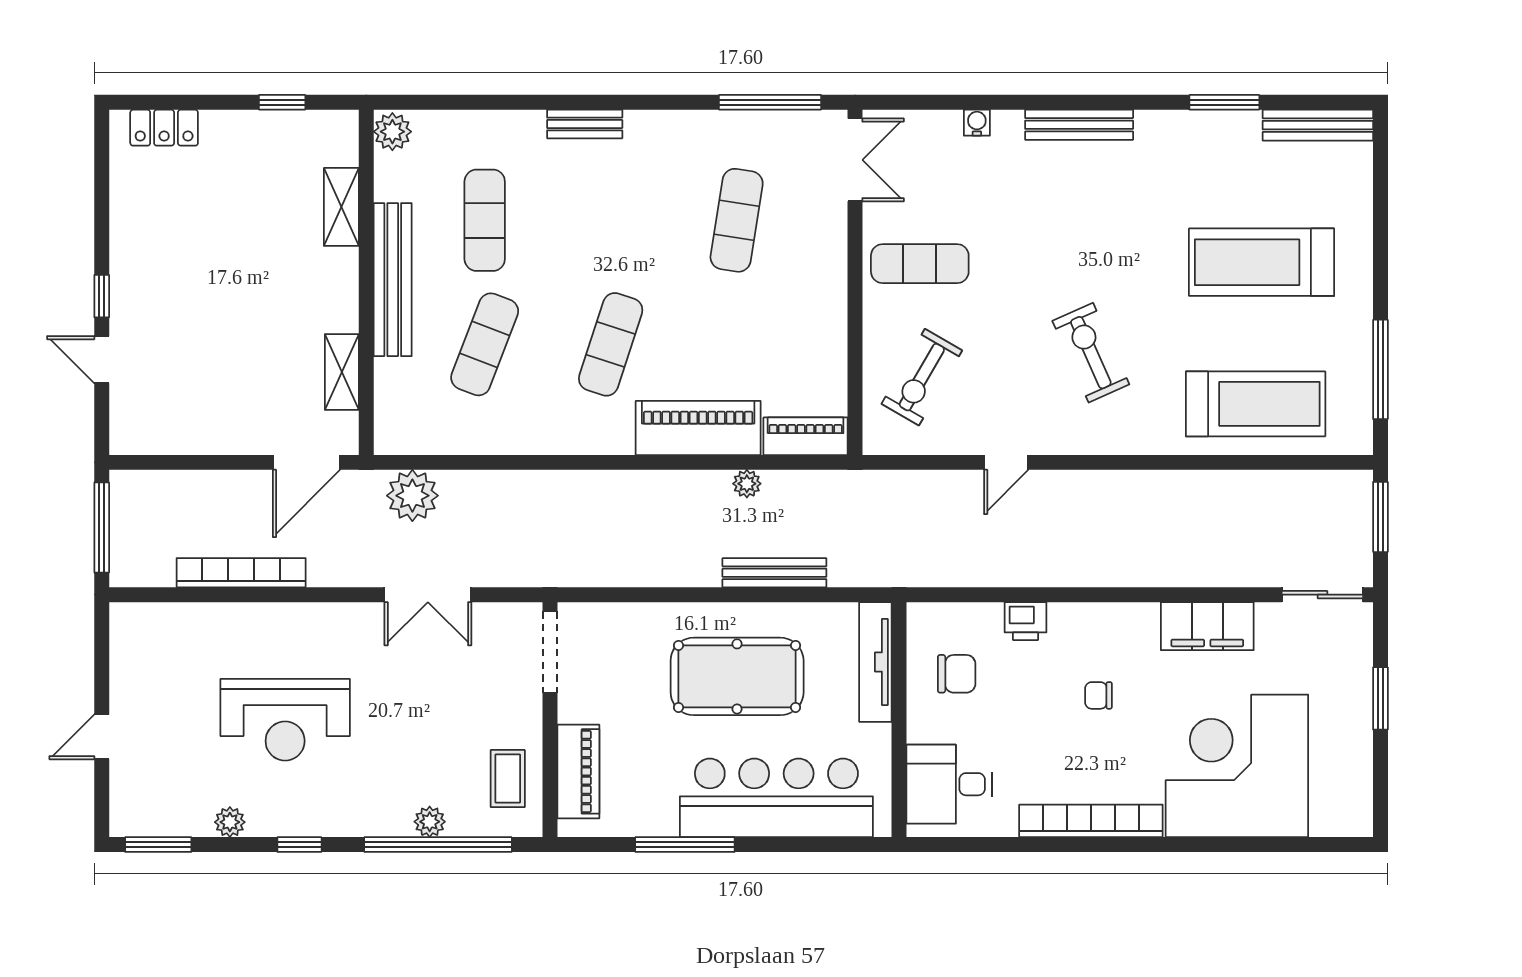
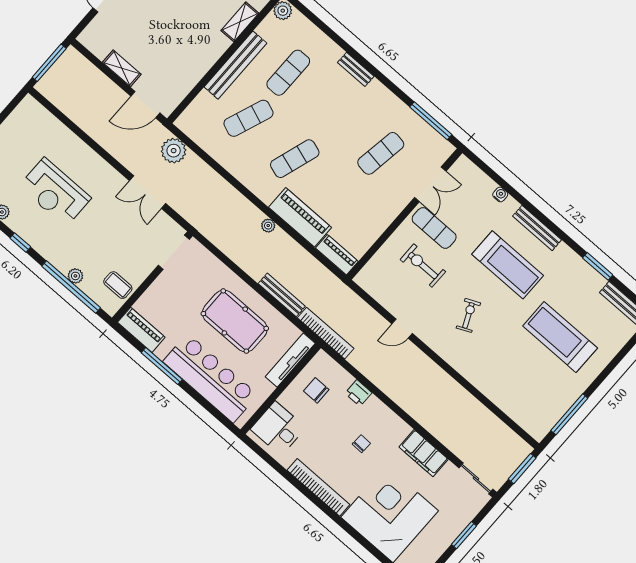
double door: (855, 160) -> (430, 184), moved
exercise bike: (1091, 353) -> (468, 315), width x0.73, depth x0.72
shelving: (342, 372) -> (122, 68), moved, turned 90
exercise bike: (922, 377) -> (423, 266), moved, turned 60
treadmill: (1256, 404) -> (508, 265), moved
plant: (747, 484) -> (268, 226), moved
bookcase: (241, 573) -> (326, 333), moved
chair: (957, 674) -> (316, 390), turned 180
chair: (1098, 695) -> (361, 444), turned 92
piano: (578, 771) -> (141, 330), moved, turned -90
coffee table: (508, 779) -> (118, 285), turned 90

